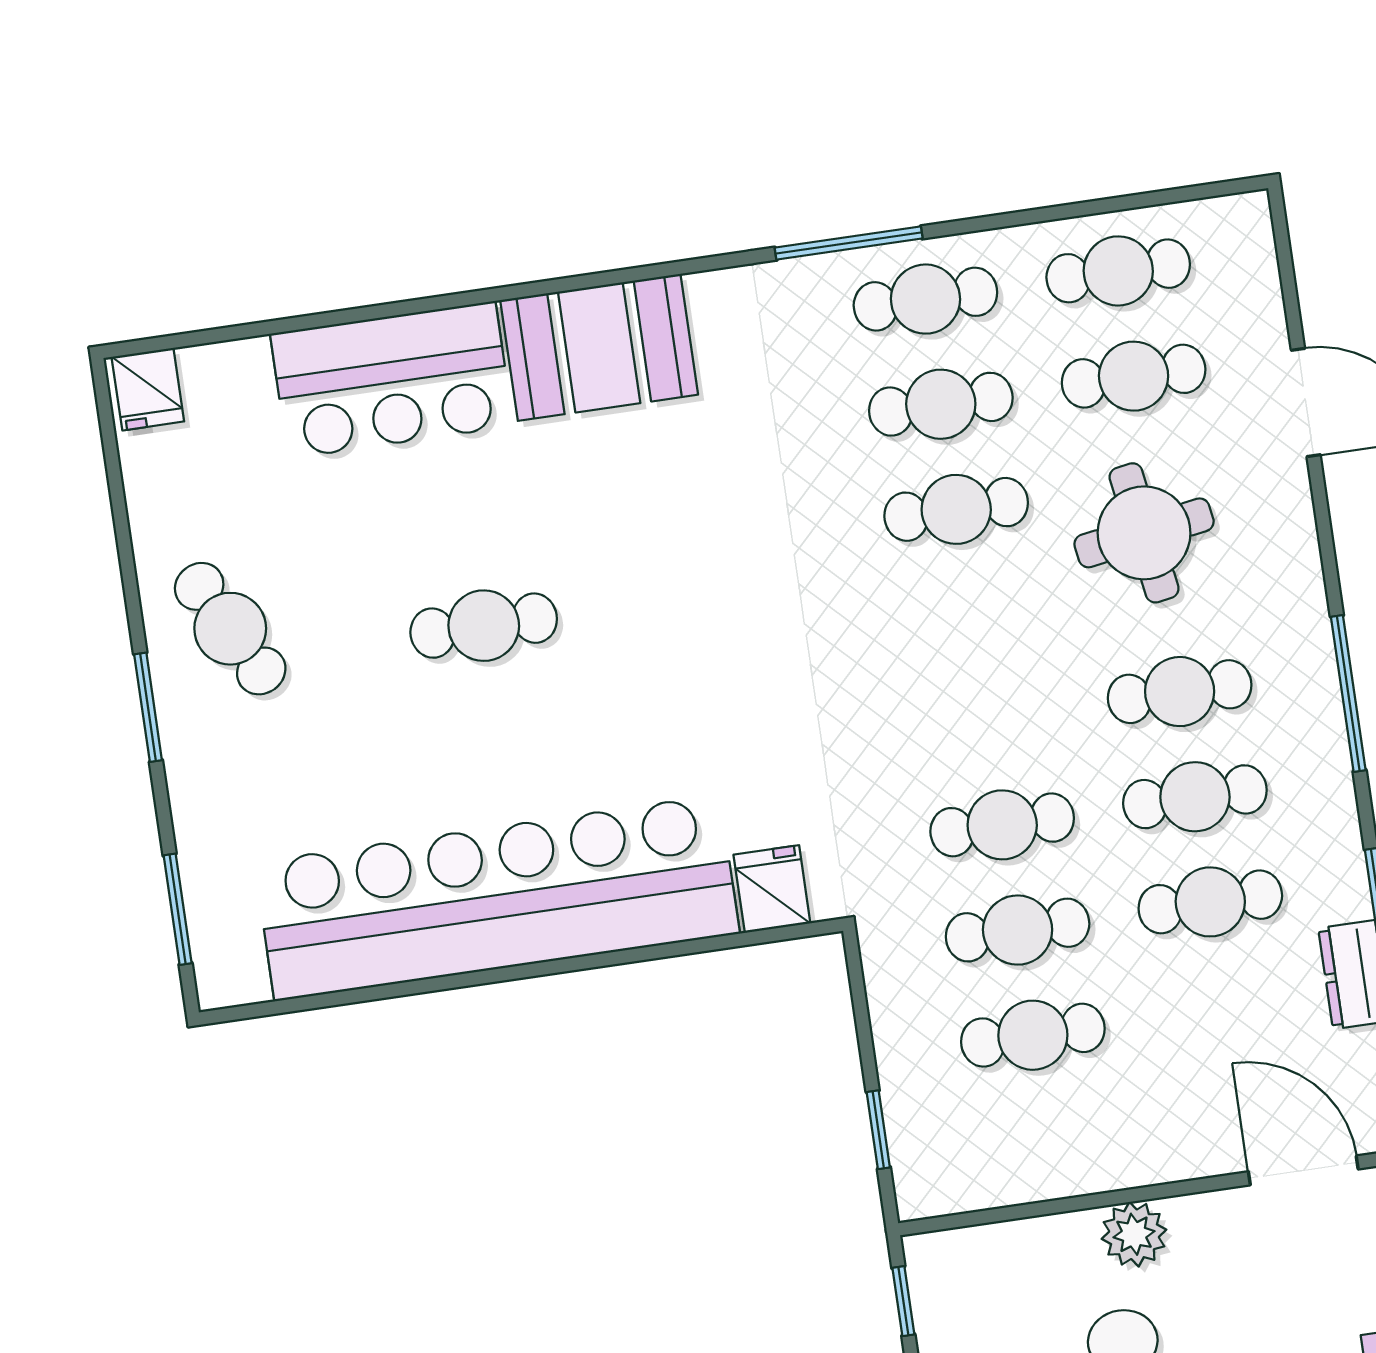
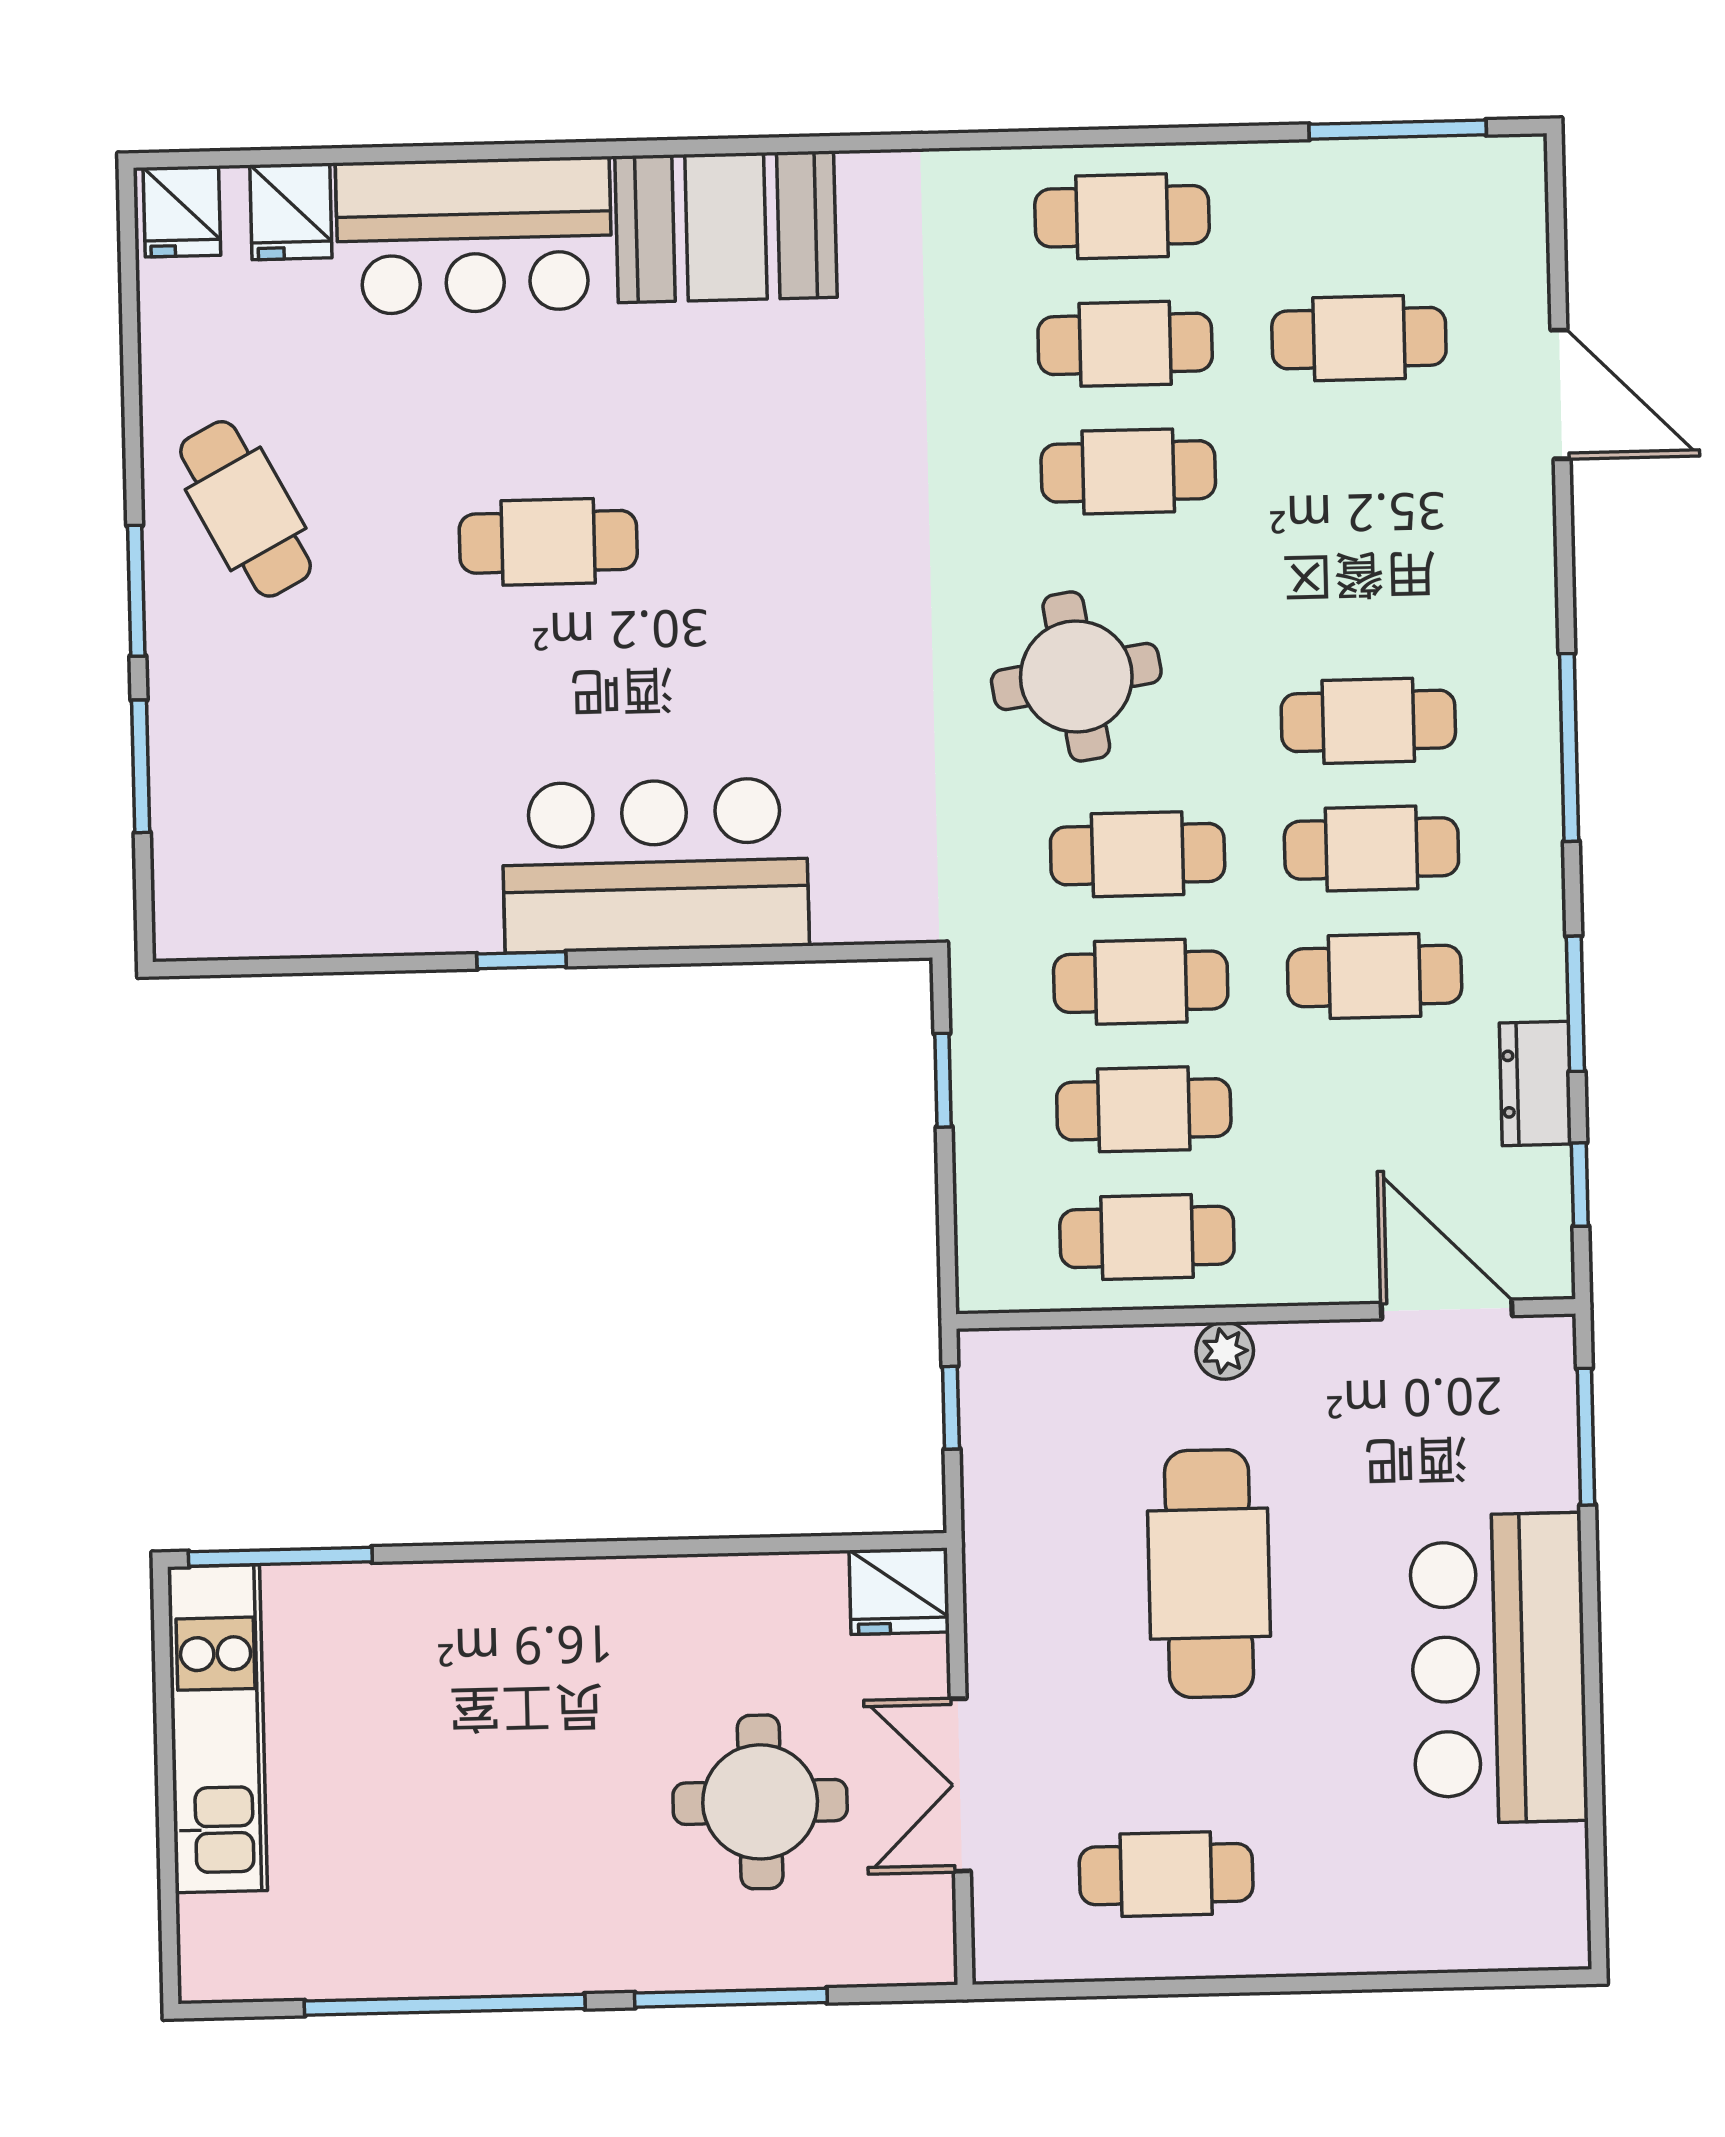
window: (849, 243) -> (1398, 130), moved
cafe table: (1118, 271) -> (1147, 1237), moved
round table: (1144, 533) -> (1076, 676), moved
fridge: (772, 889) -> (291, 211), moved, turned 180
bar counter: (497, 898) -> (655, 865), width x0.54
window: (178, 909) -> (141, 766), moved
window: (504, 974) -> (522, 960), added
window: (878, 1130) -> (943, 1080), moved
plant: (1134, 1234) -> (1225, 1351), width x0.73, depth x0.73

